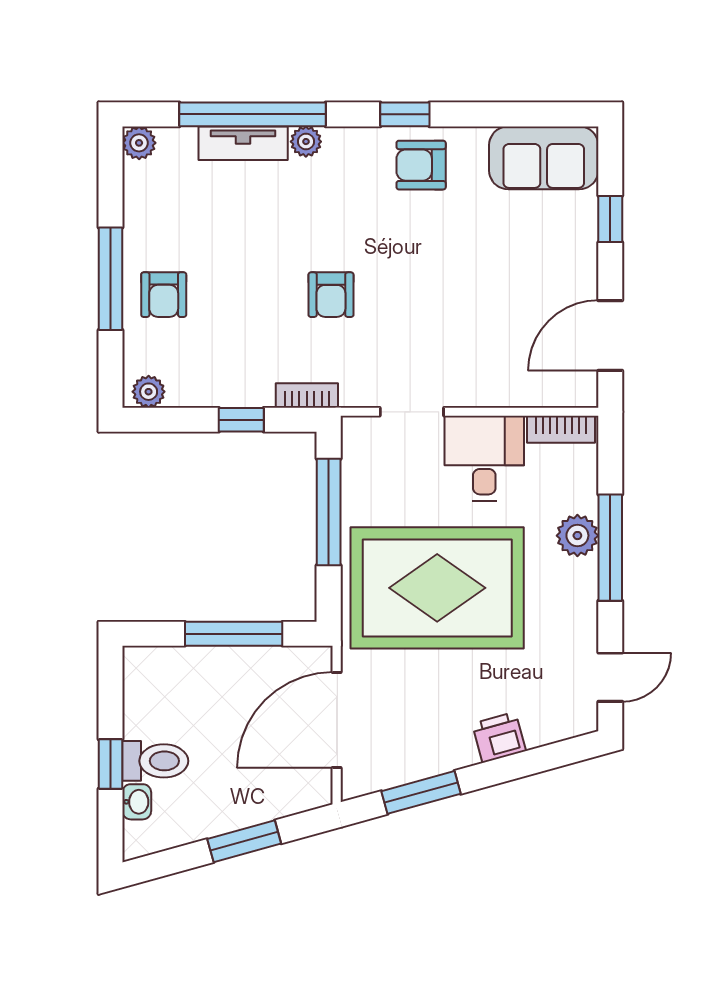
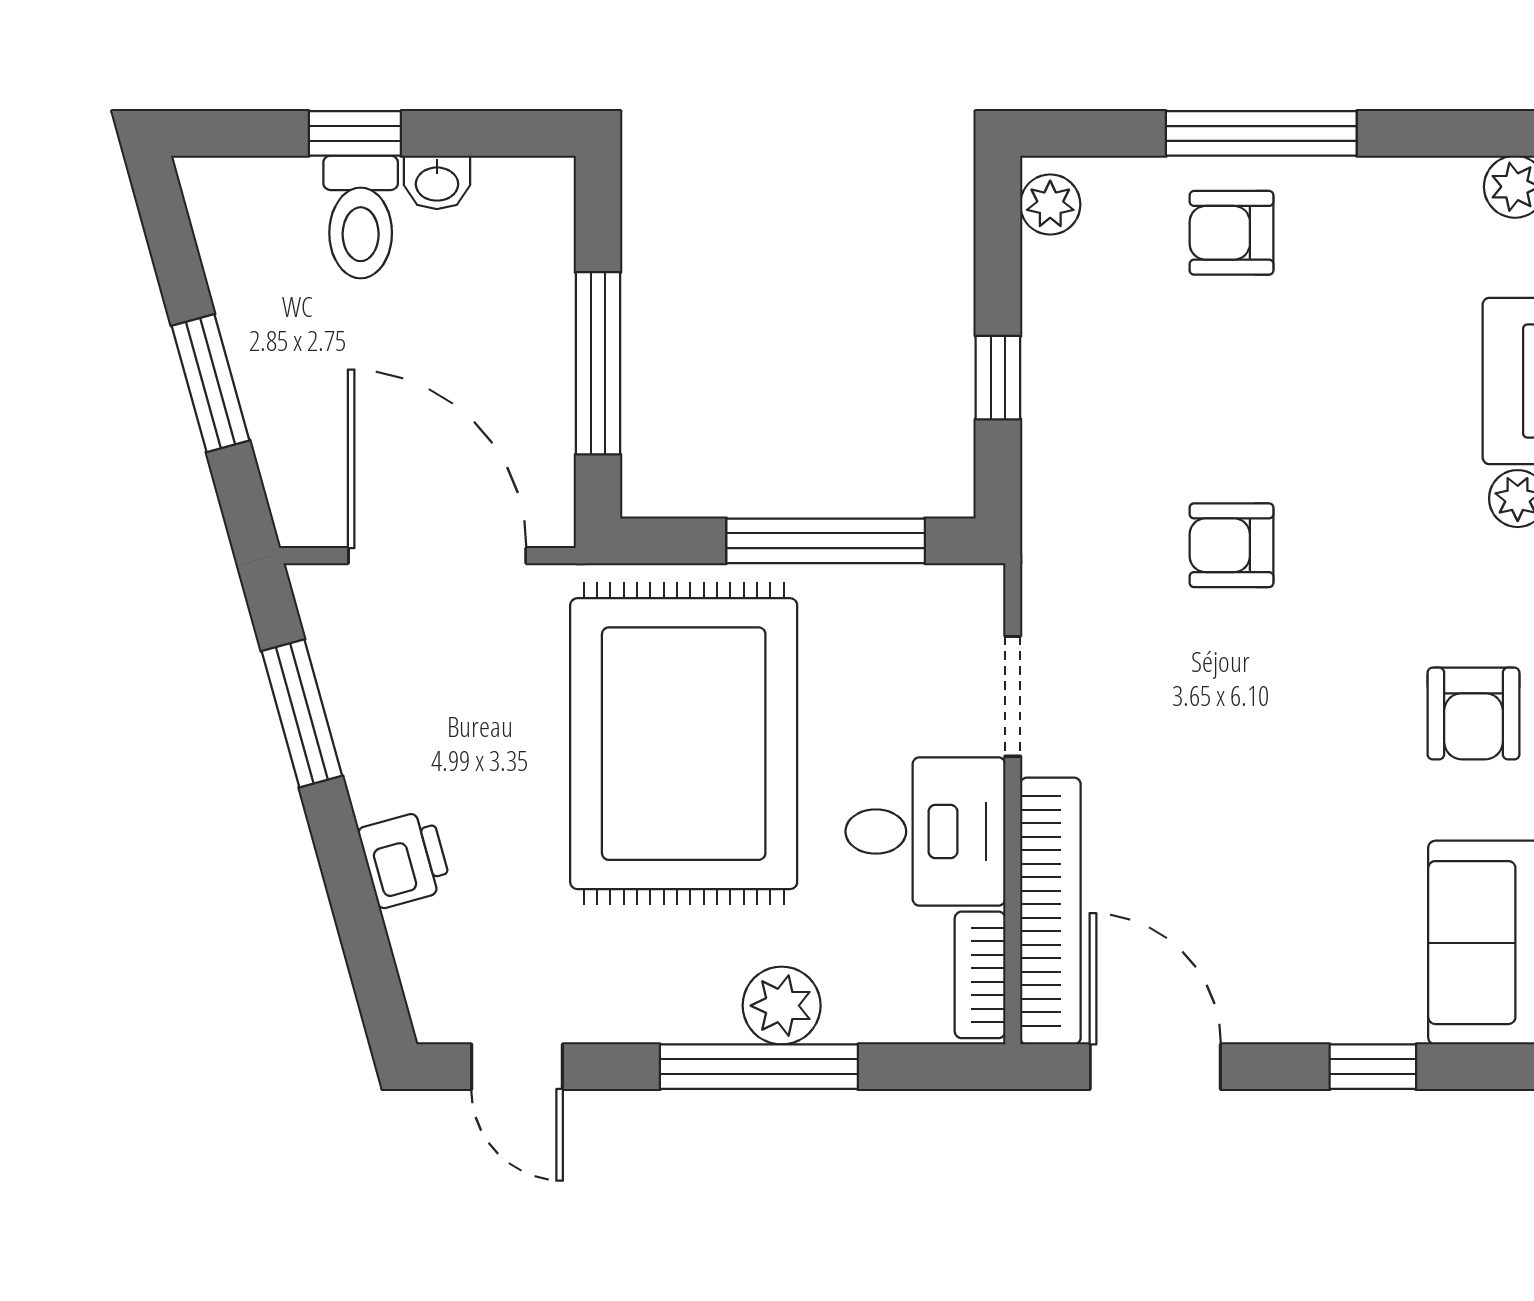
armchair: (421, 165) -> (1474, 713), turned 180
bookcase: (307, 395) -> (1050, 911), moved, width x2.31, depth x1.31
washbasin: (137, 802) -> (437, 182), moved

